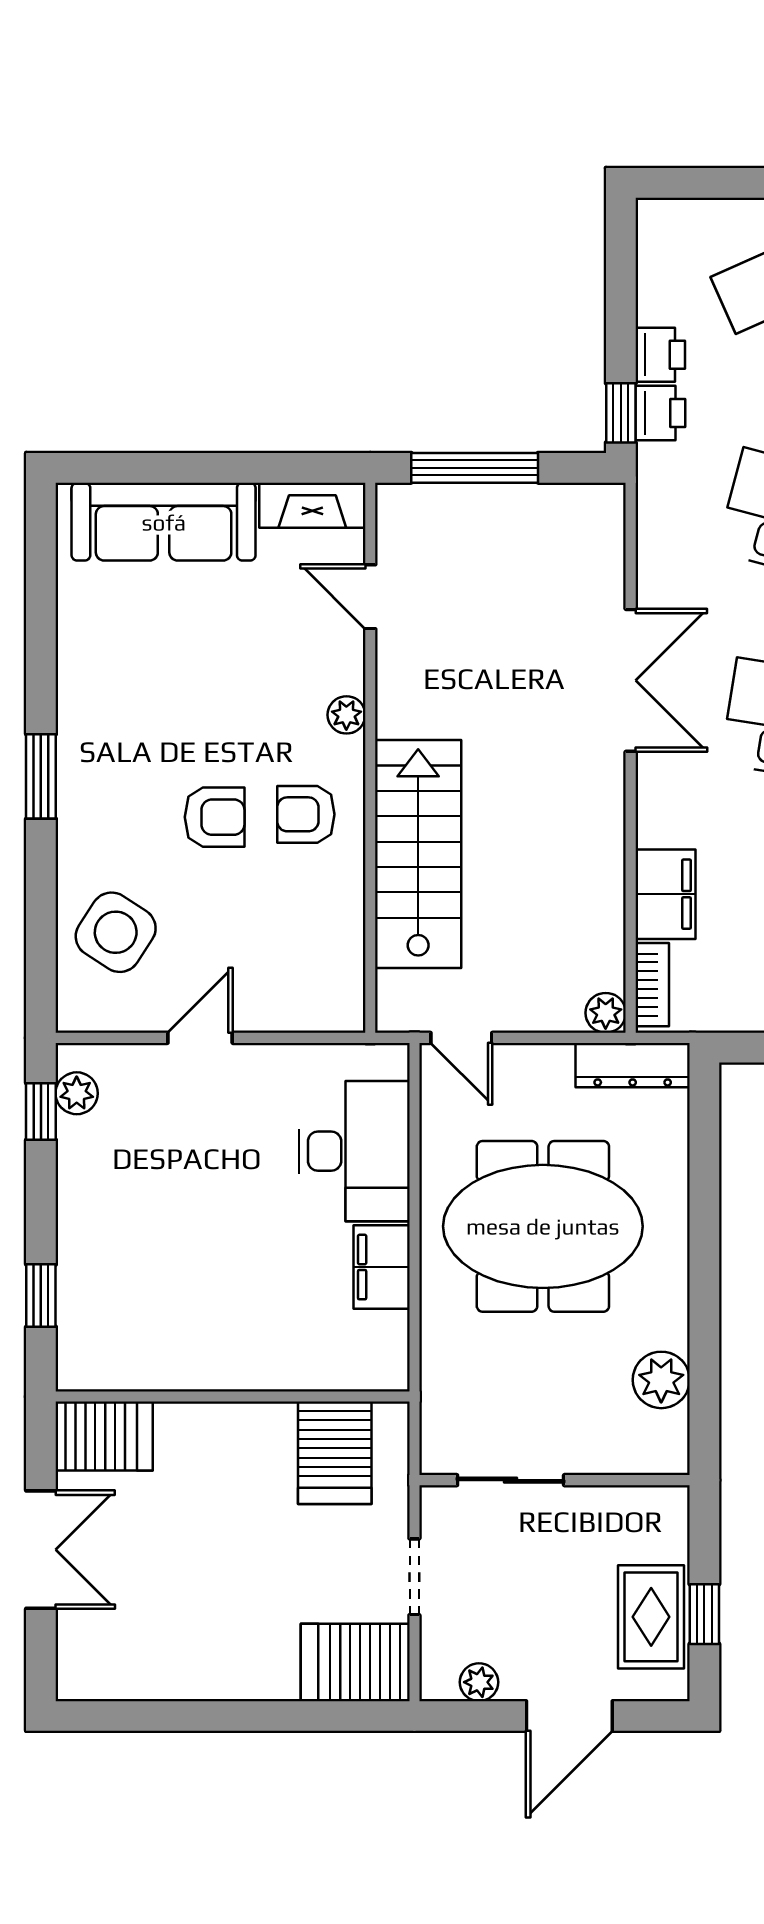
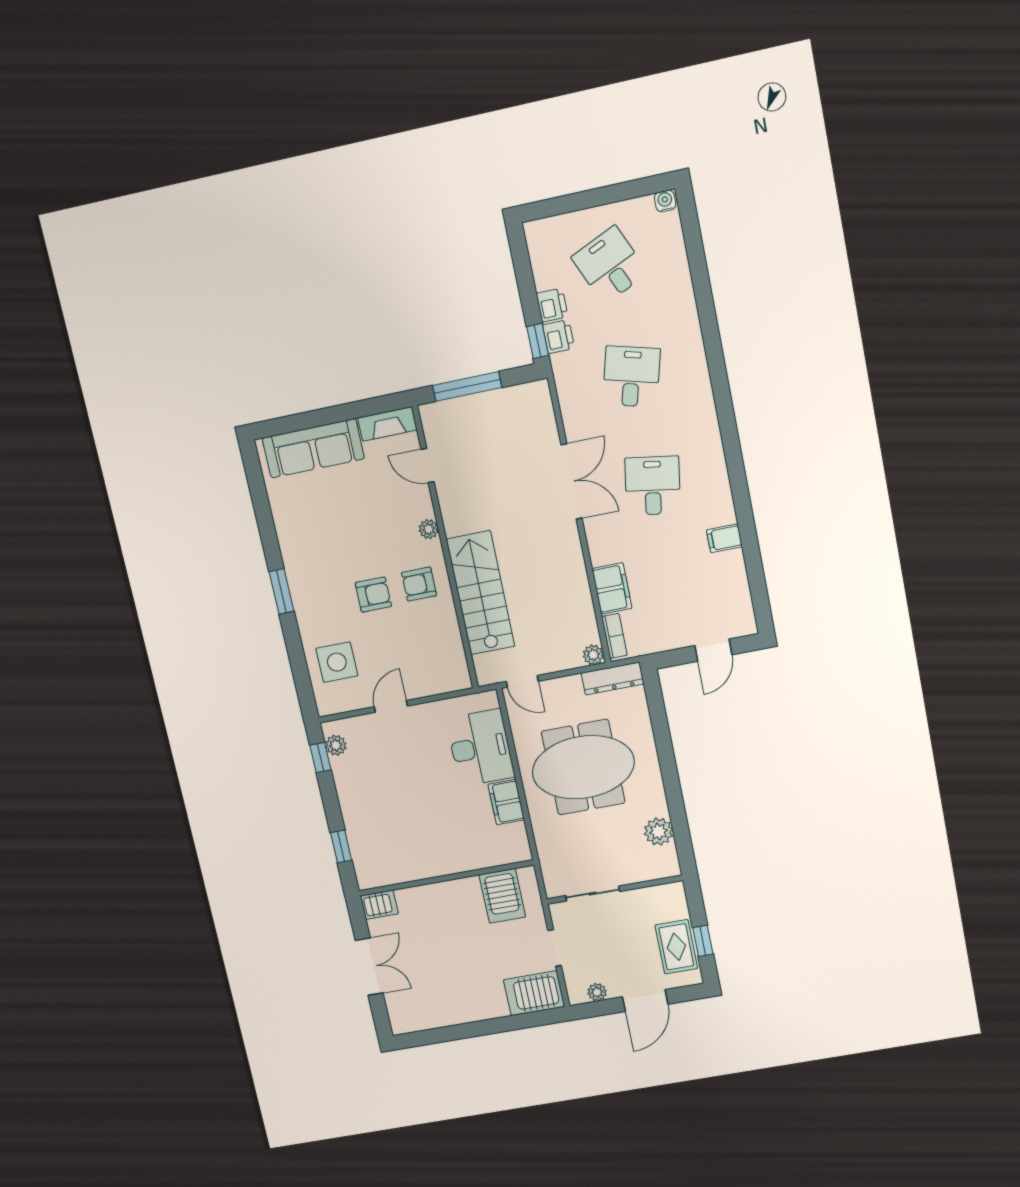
side table: (116, 932) -> (337, 662), turned -33
server rack: (104, 1436) -> (379, 905), width x0.73, depth x0.70

